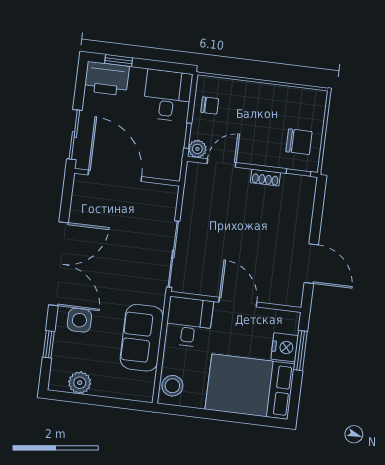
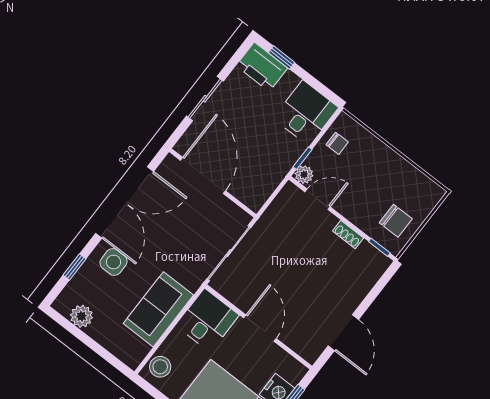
door: (115, 176) -> (203, 176), moved
wall: (127, 177) -> (213, 183), moved

